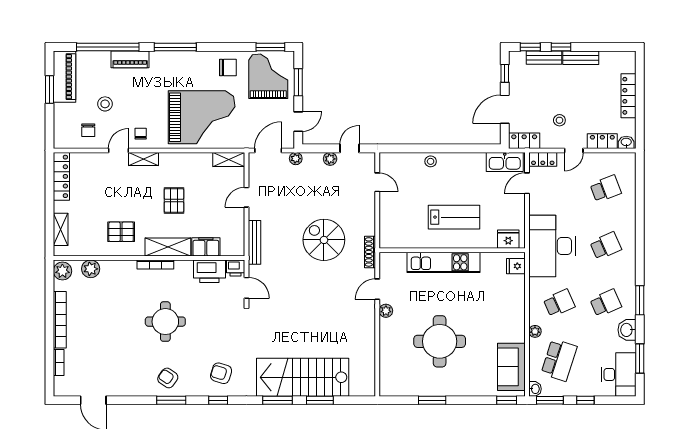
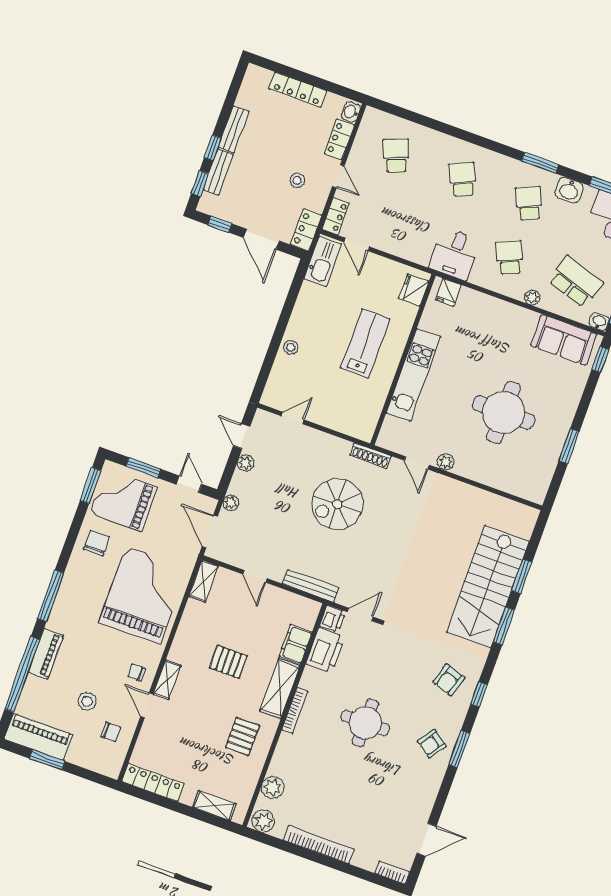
desk: (552, 246) -> (455, 254), width x0.53, depth x0.77
bookcase: (59, 362) -> (392, 873), moved

